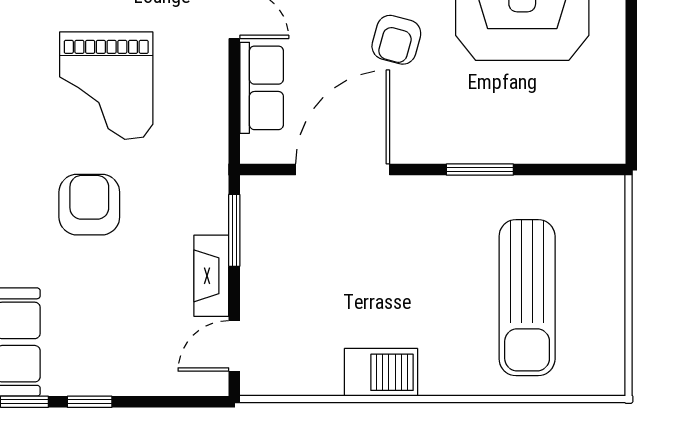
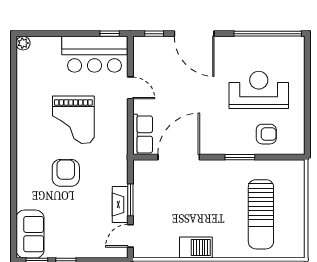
armchair: (396, 40) -> (266, 134), moved, turned -105
row of seats: (262, 88) -> (143, 134), moved
window: (234, 230) -> (130, 200), moved

